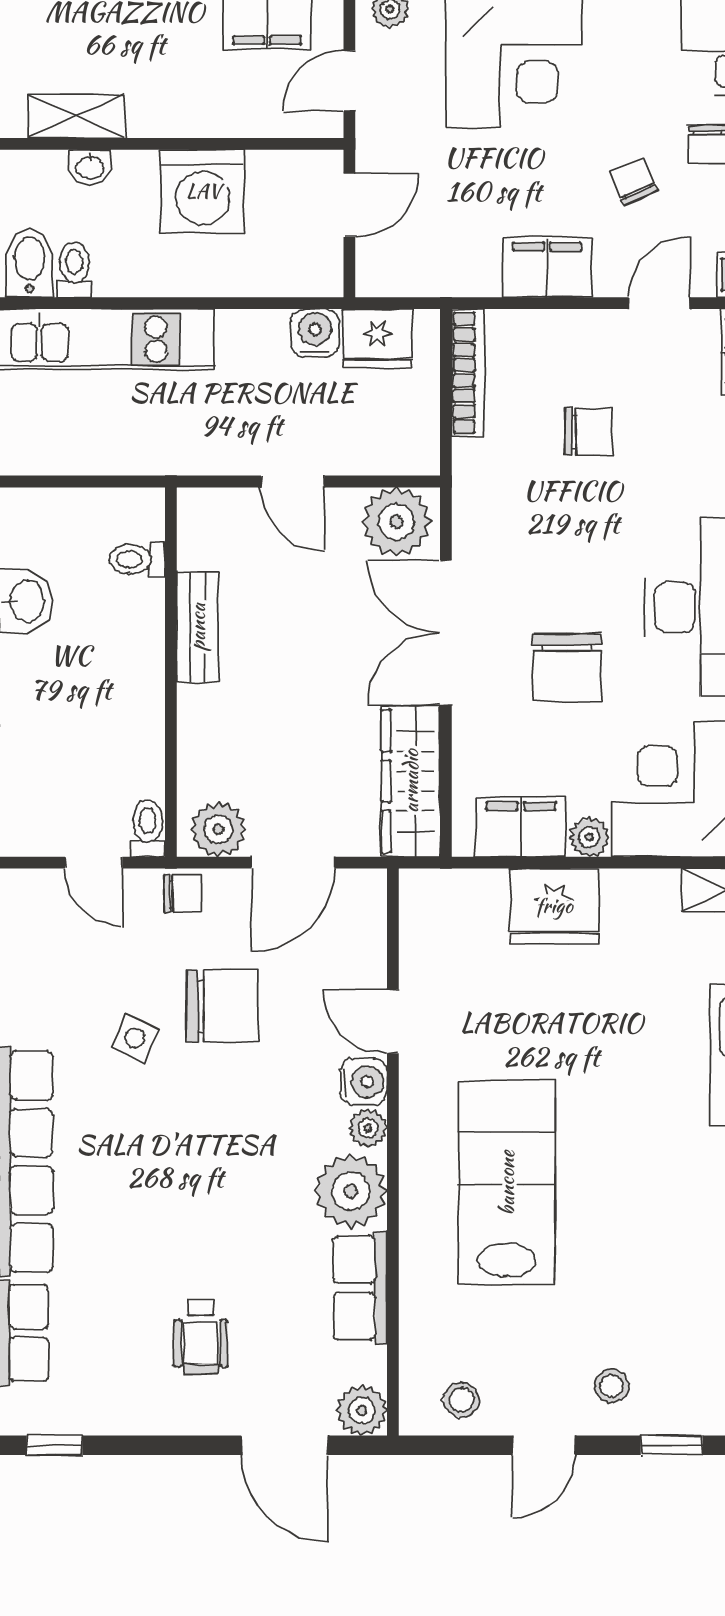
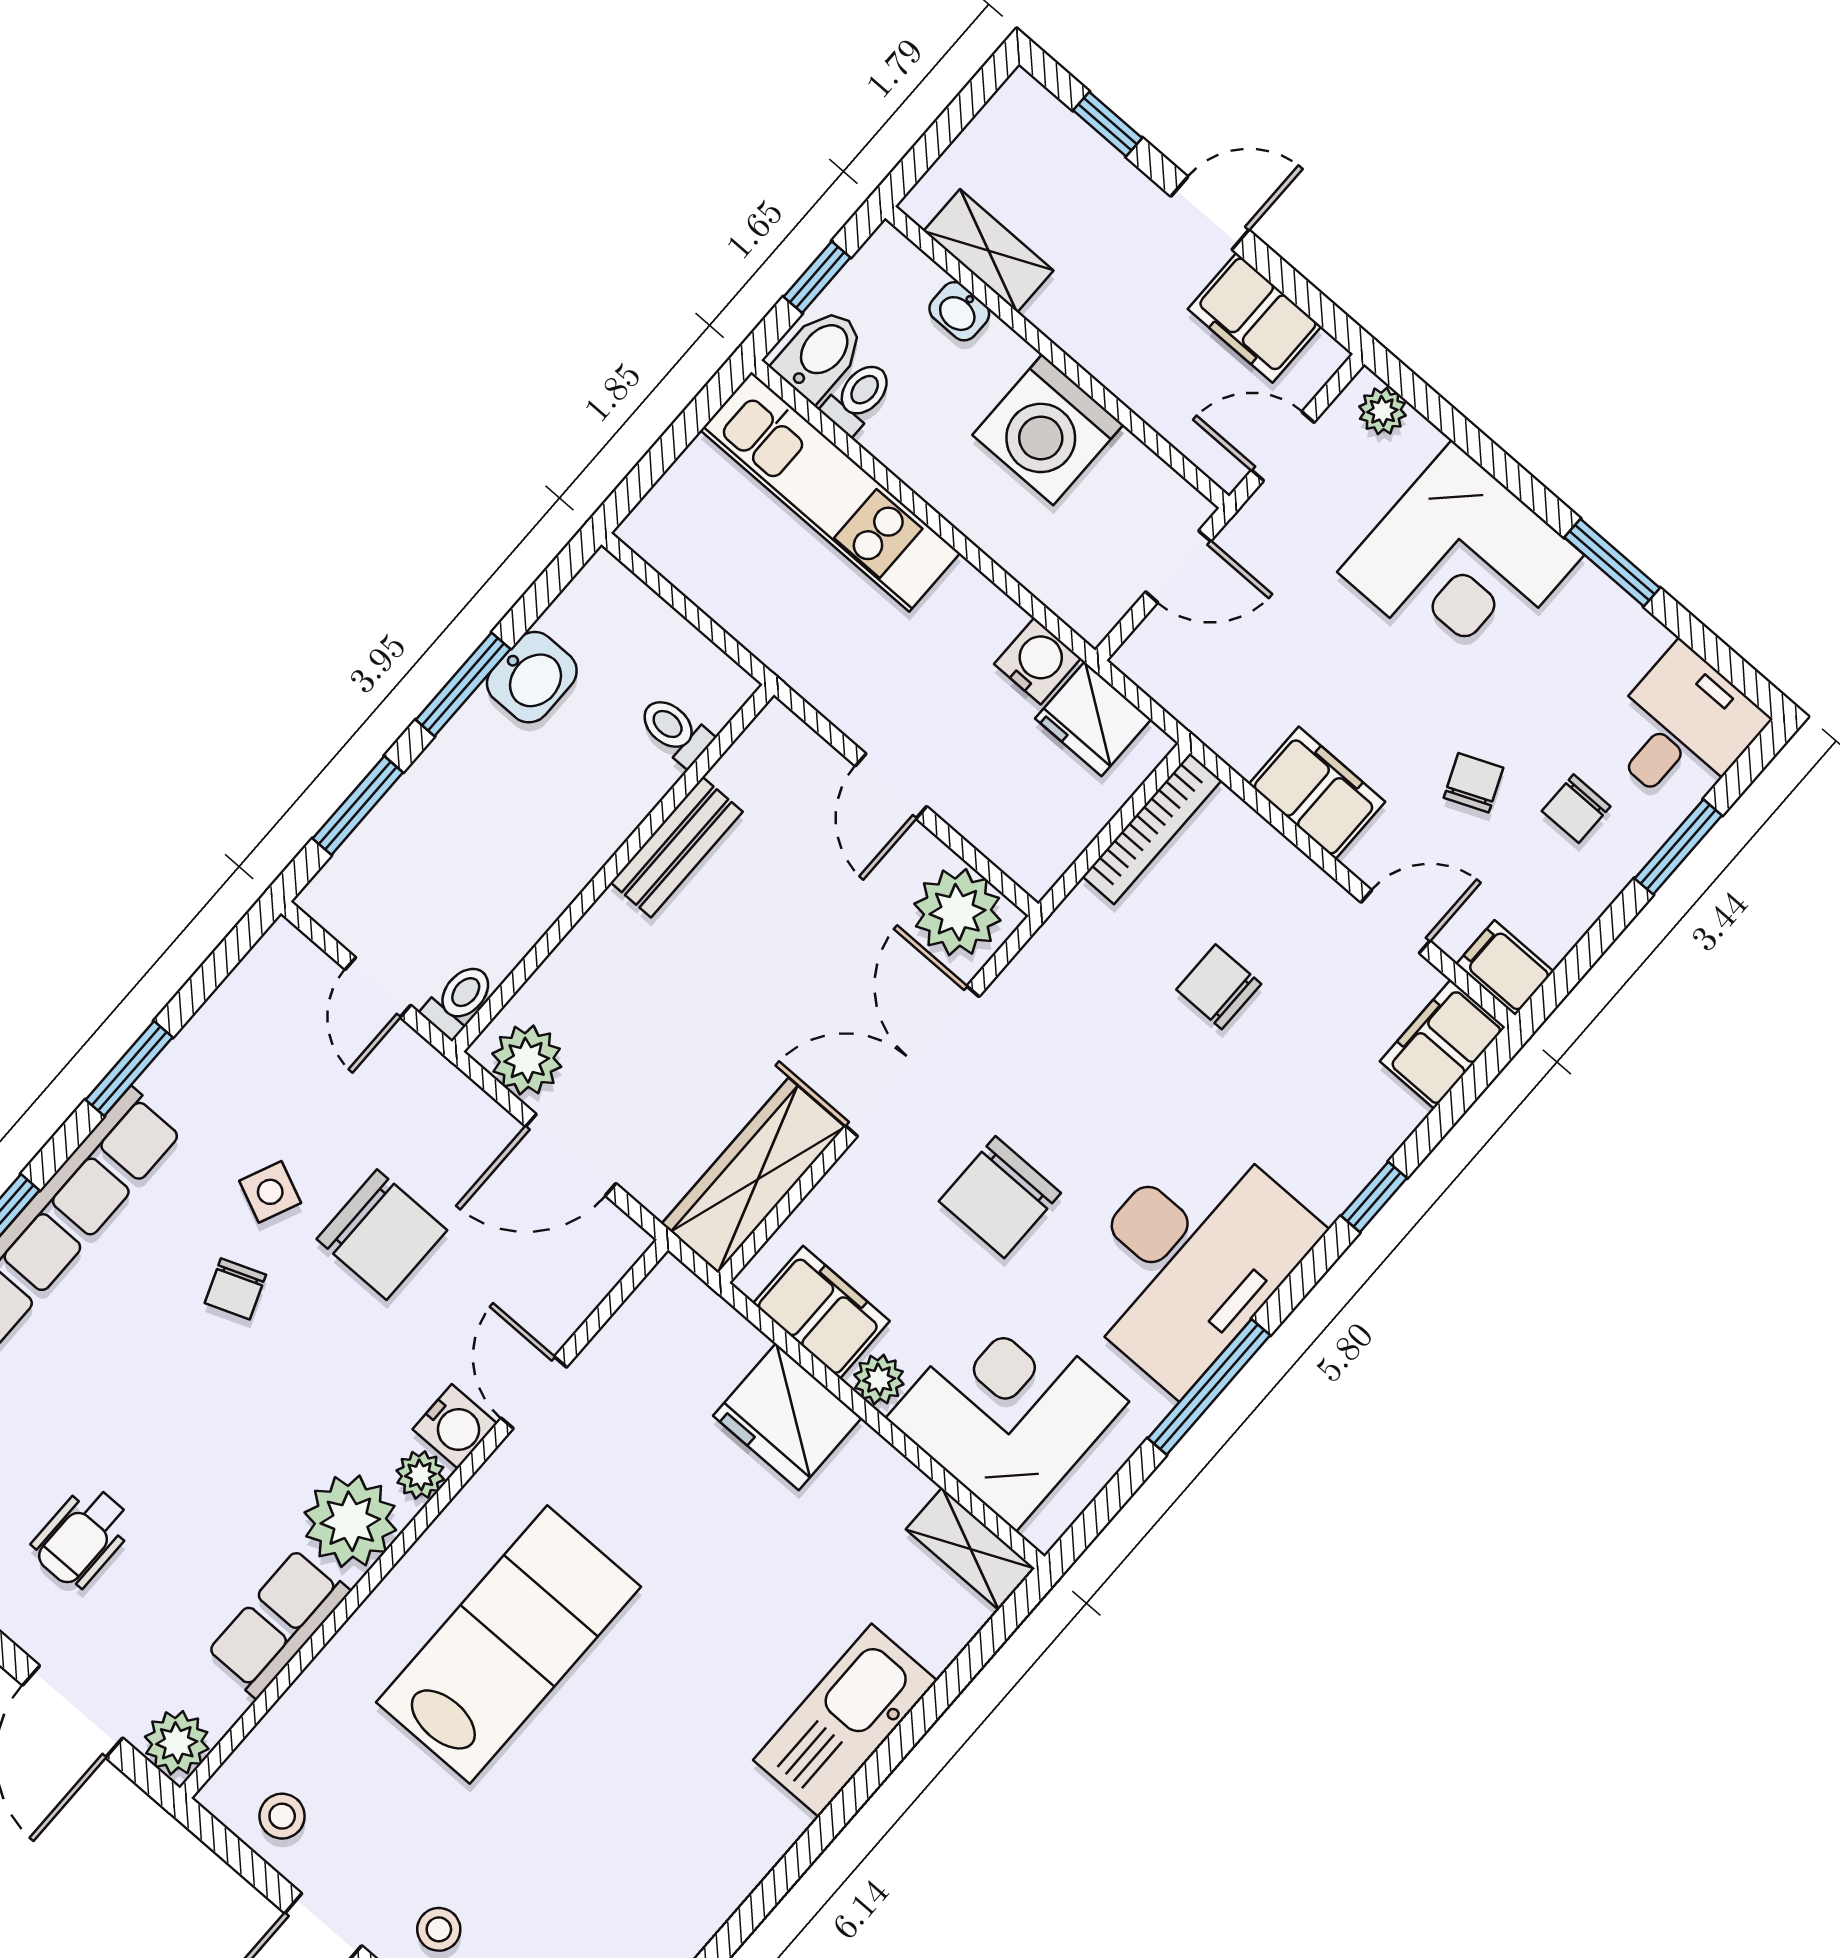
chair: (588, 432) -> (1219, 987), turned 180
chair: (182, 894) -> (235, 1289), moved, turned 69

